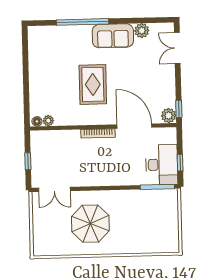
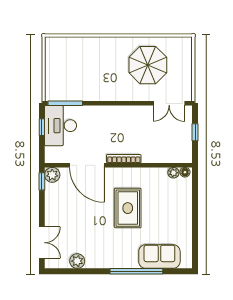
sofa: (113, 36) -> (159, 257), moved
double door: (54, 189) -> (169, 103), swing flipped
parasol: (90, 224) -> (148, 65), moved

